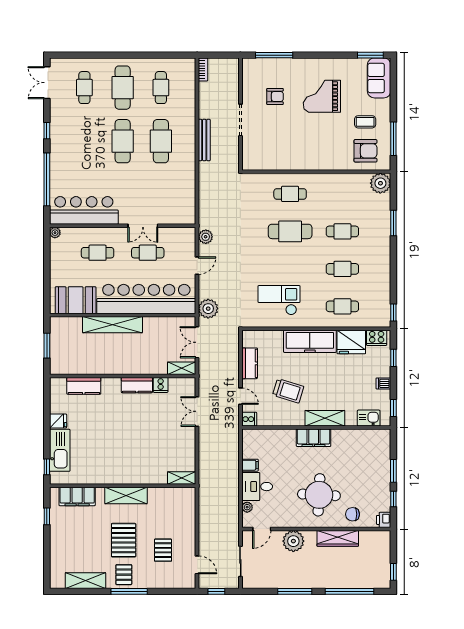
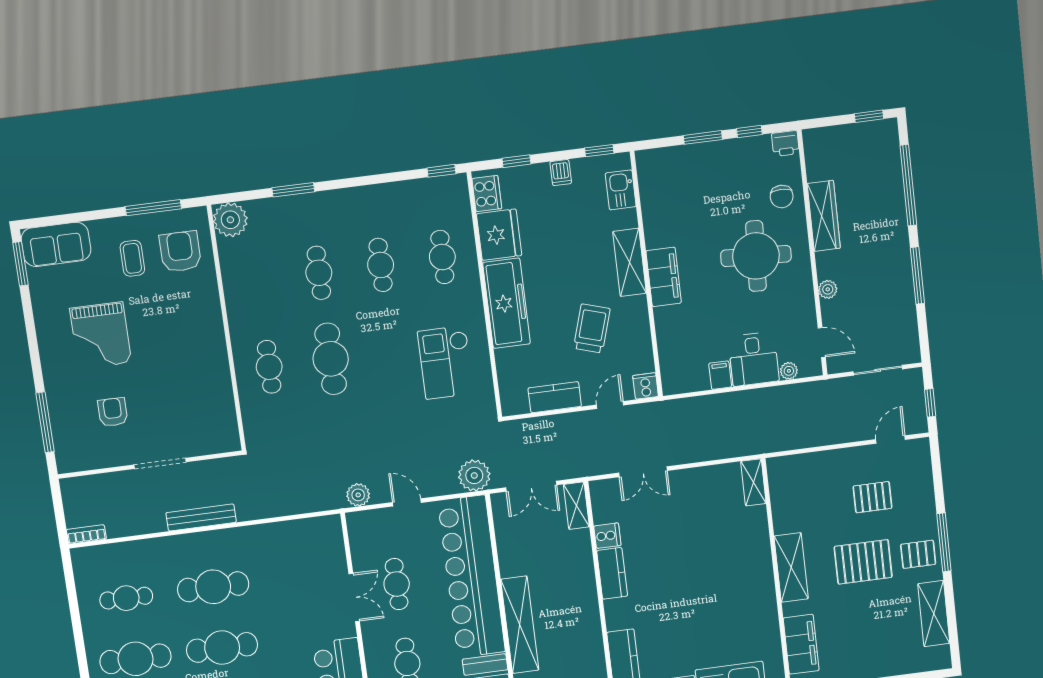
plant: (293, 541) -> (828, 289), width x0.53, depth x0.53

